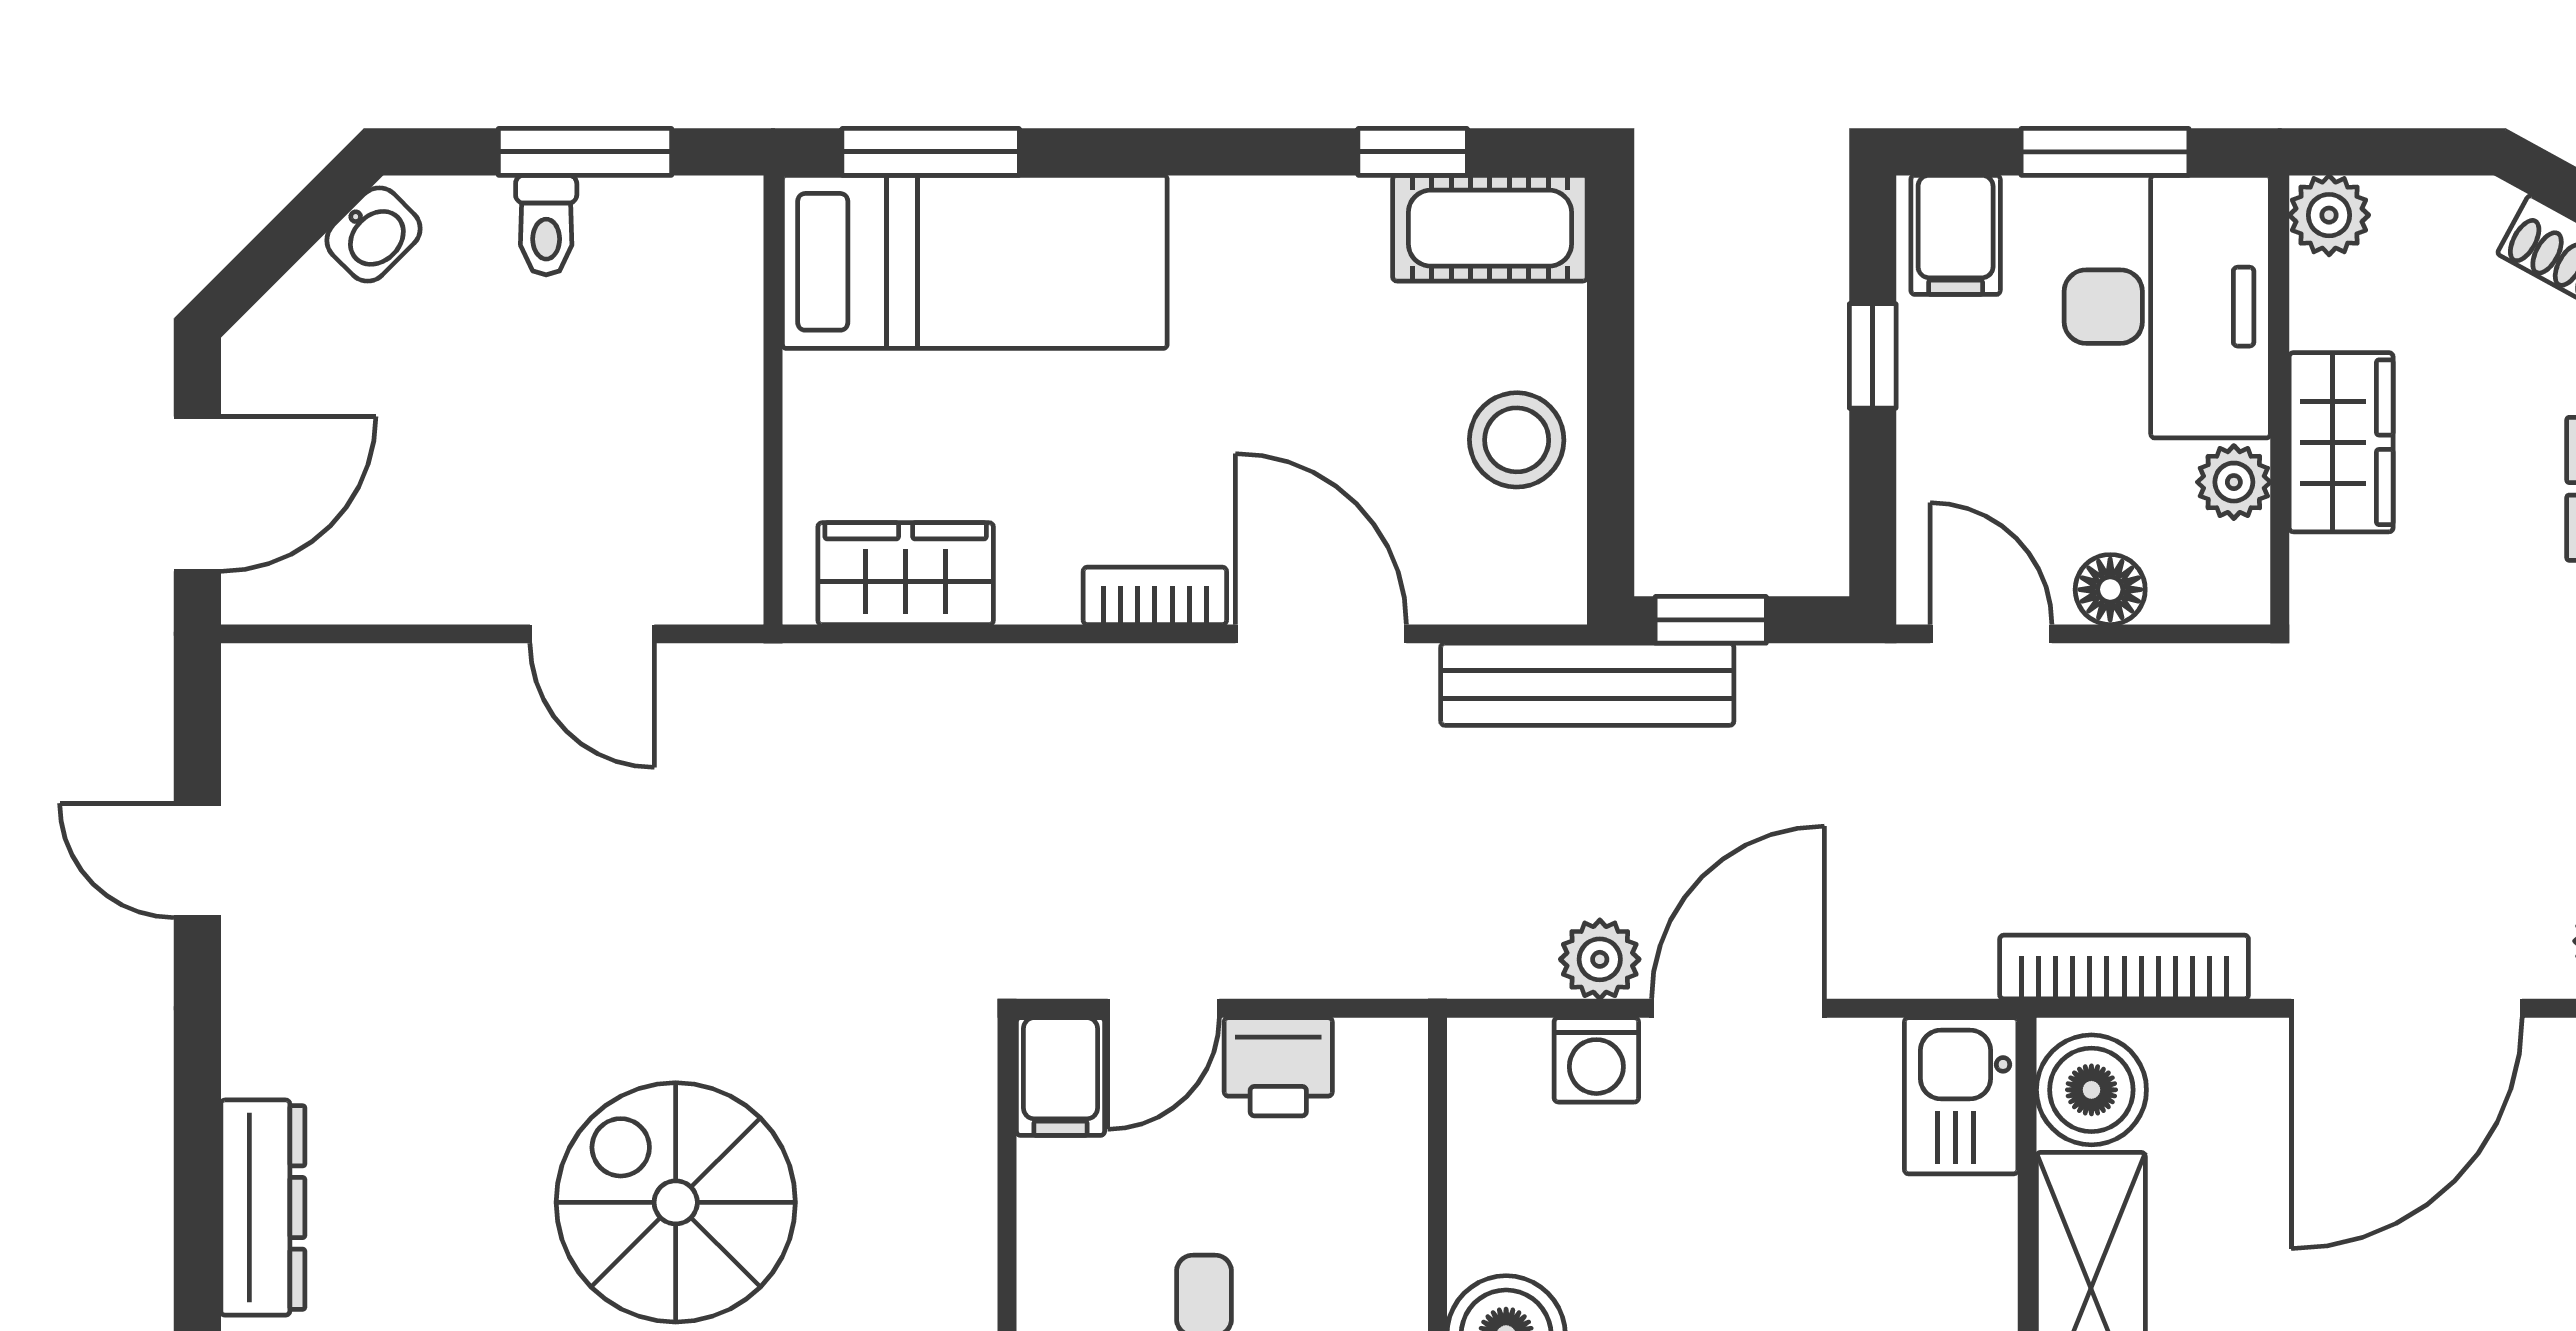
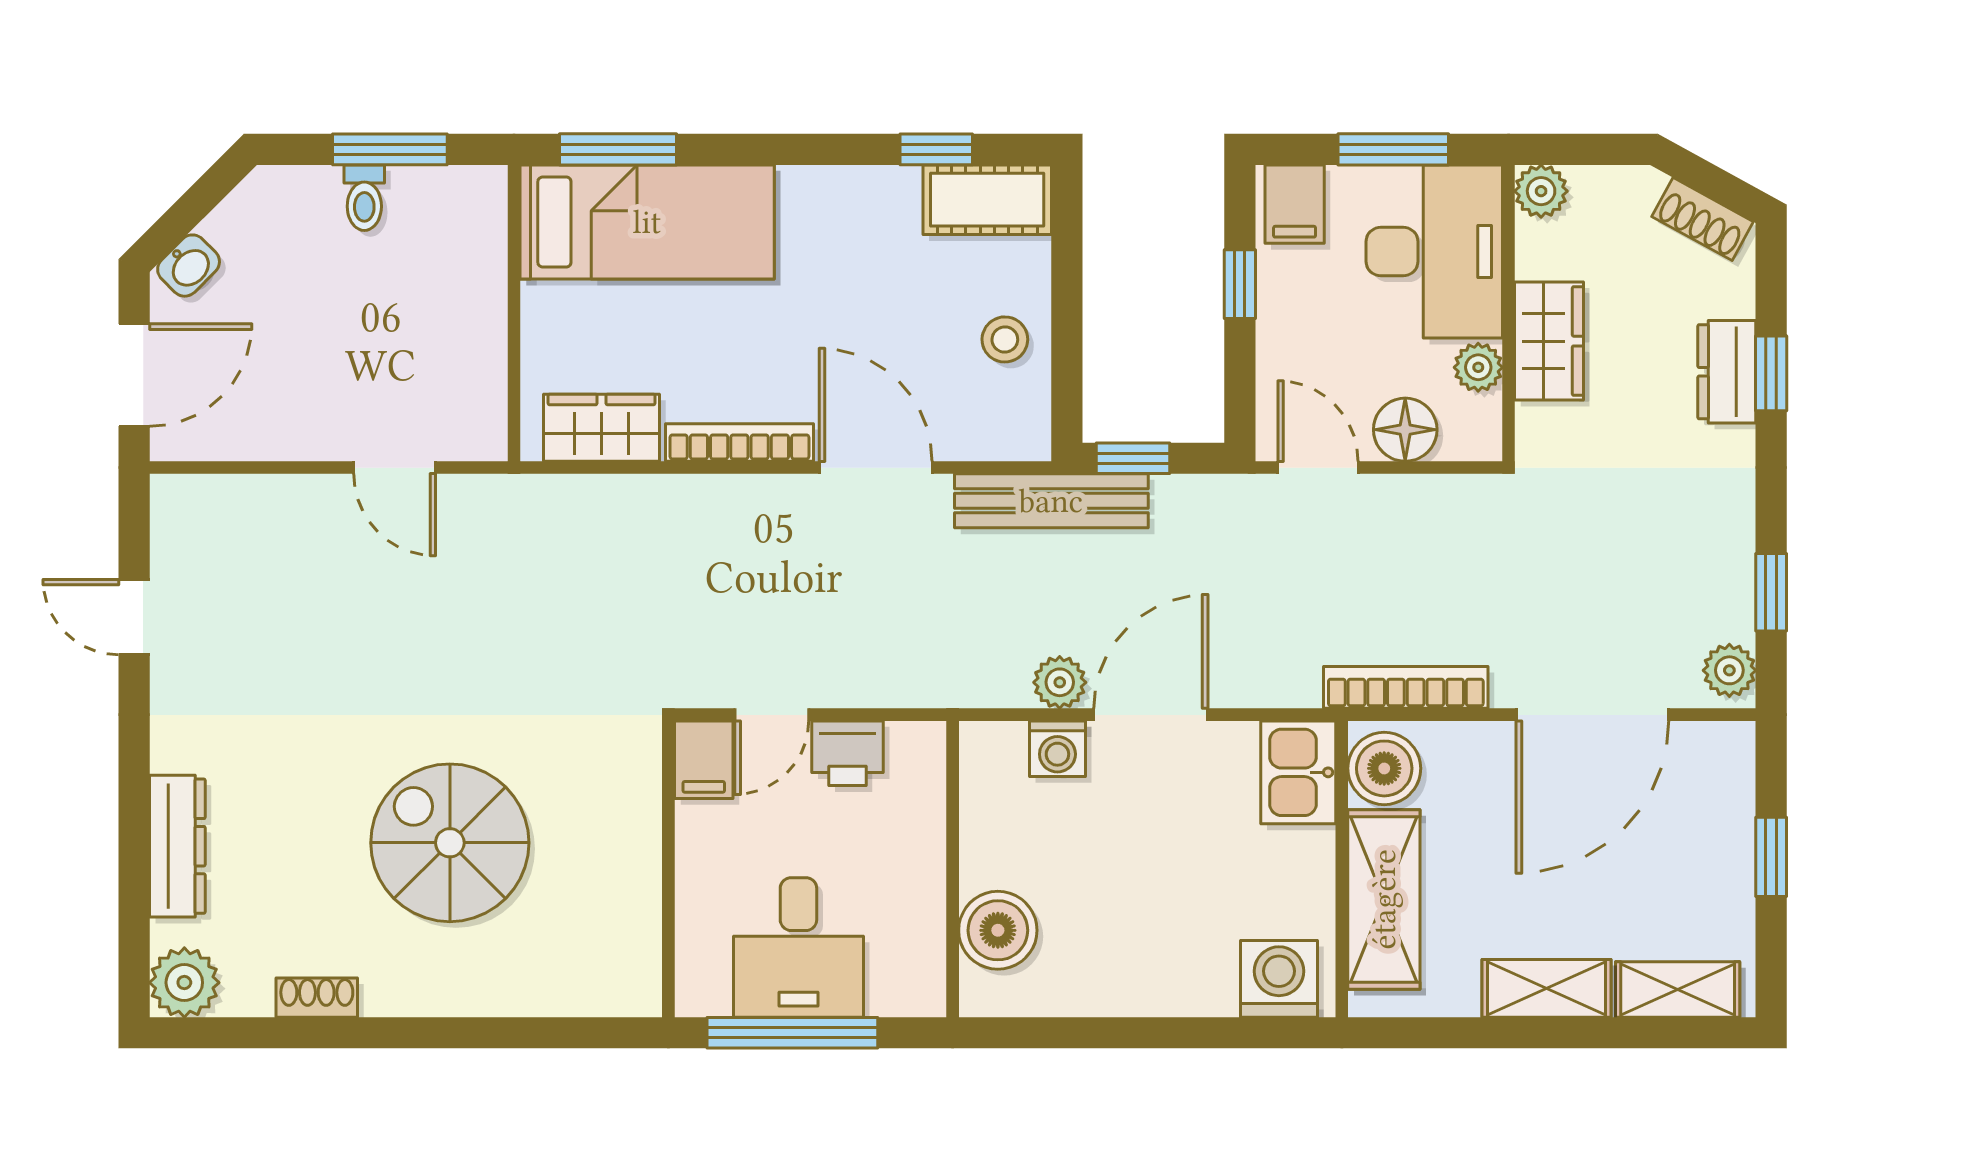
washbasin: (373, 234) -> (189, 266), moved
stool: (1517, 440) -> (1005, 339), width x0.73, depth x0.73
floor lamp: (2110, 590) -> (1405, 430), width x1.37, depth x1.37
bookcase: (1155, 596) -> (739, 442), width x1.56

